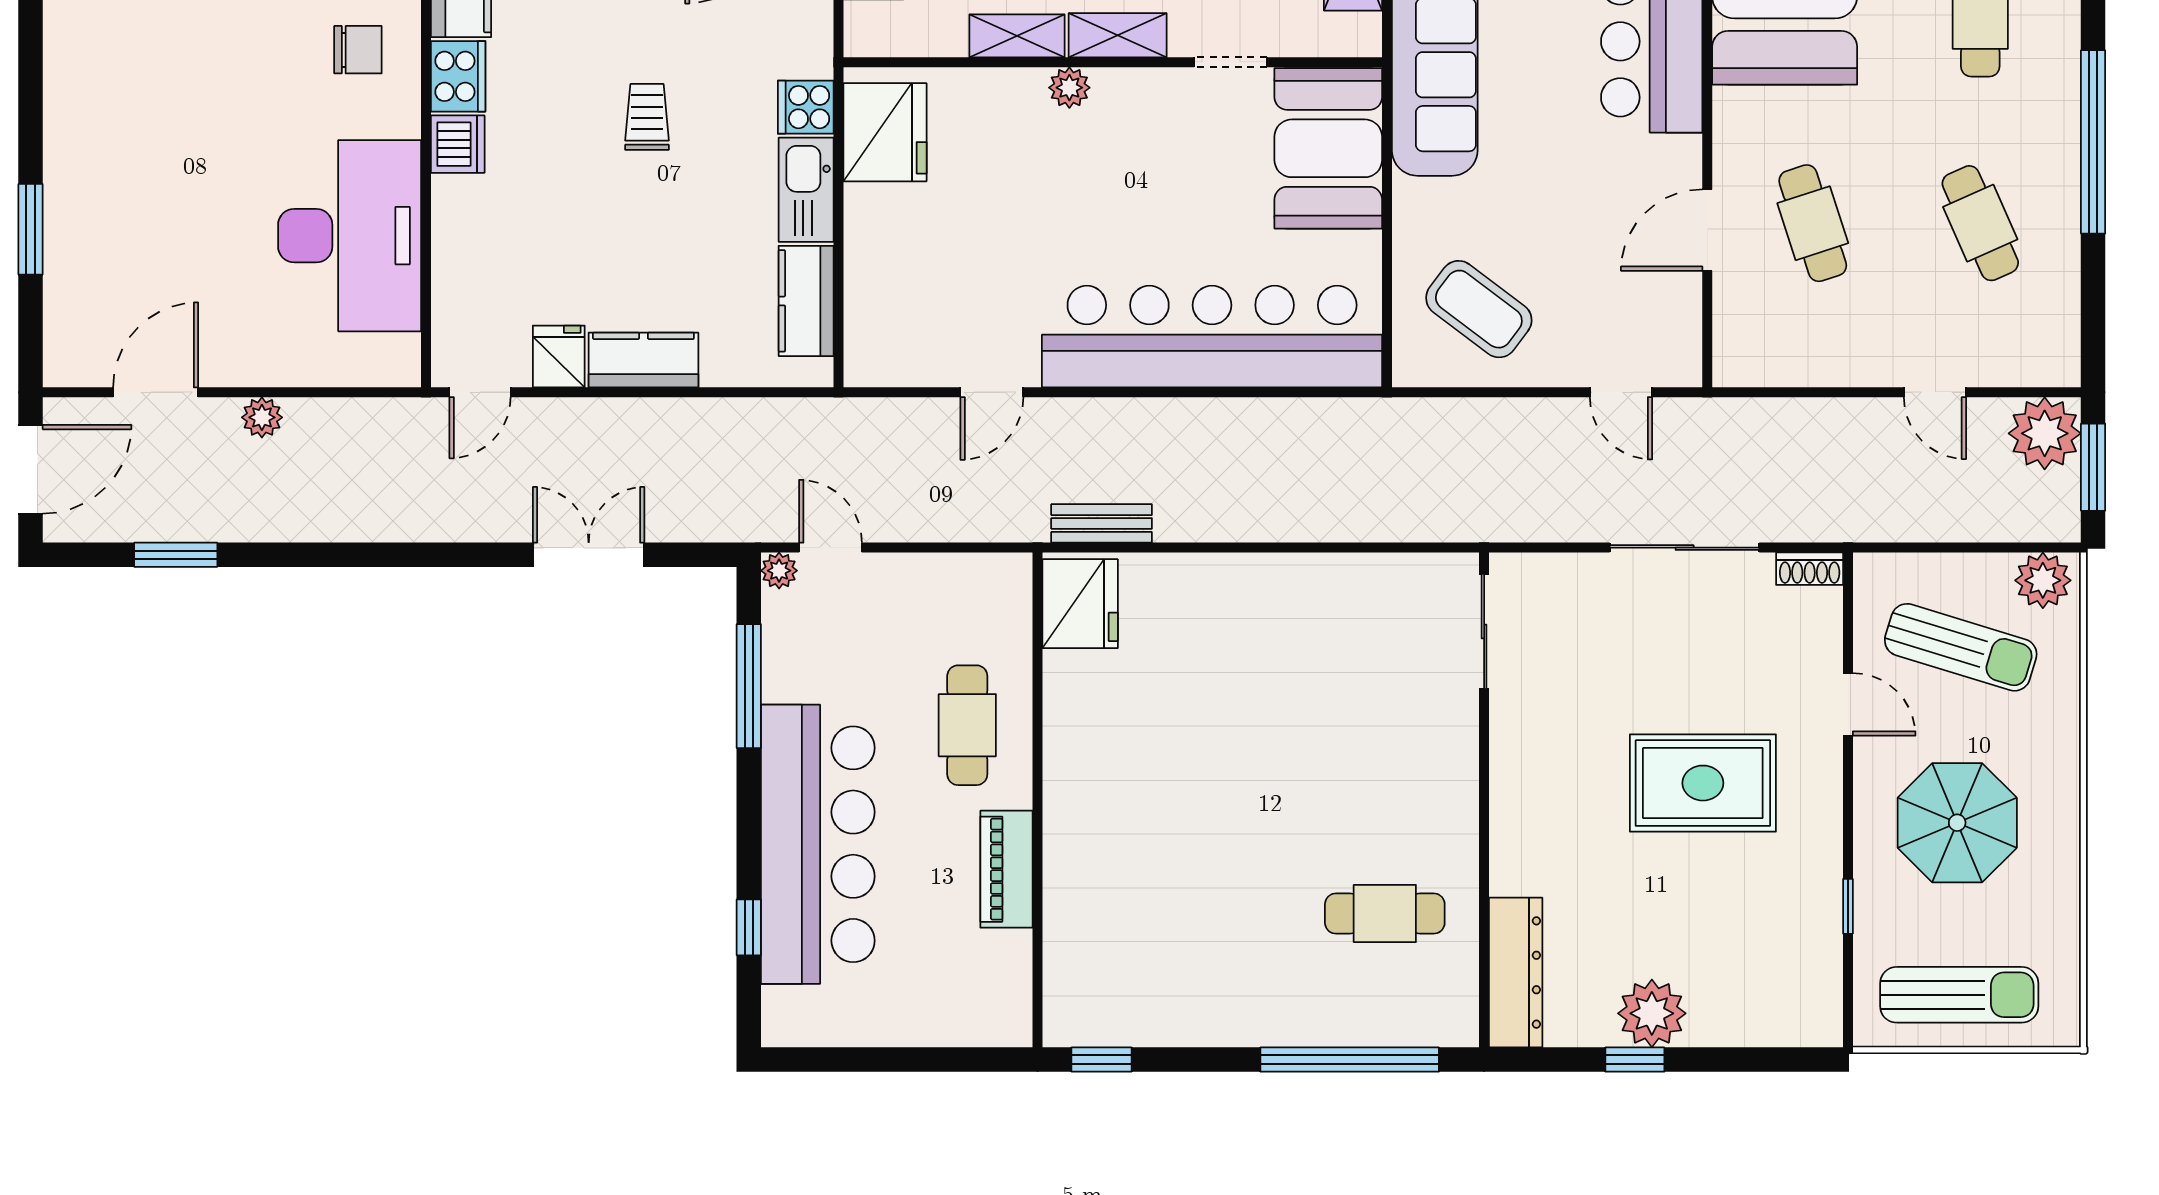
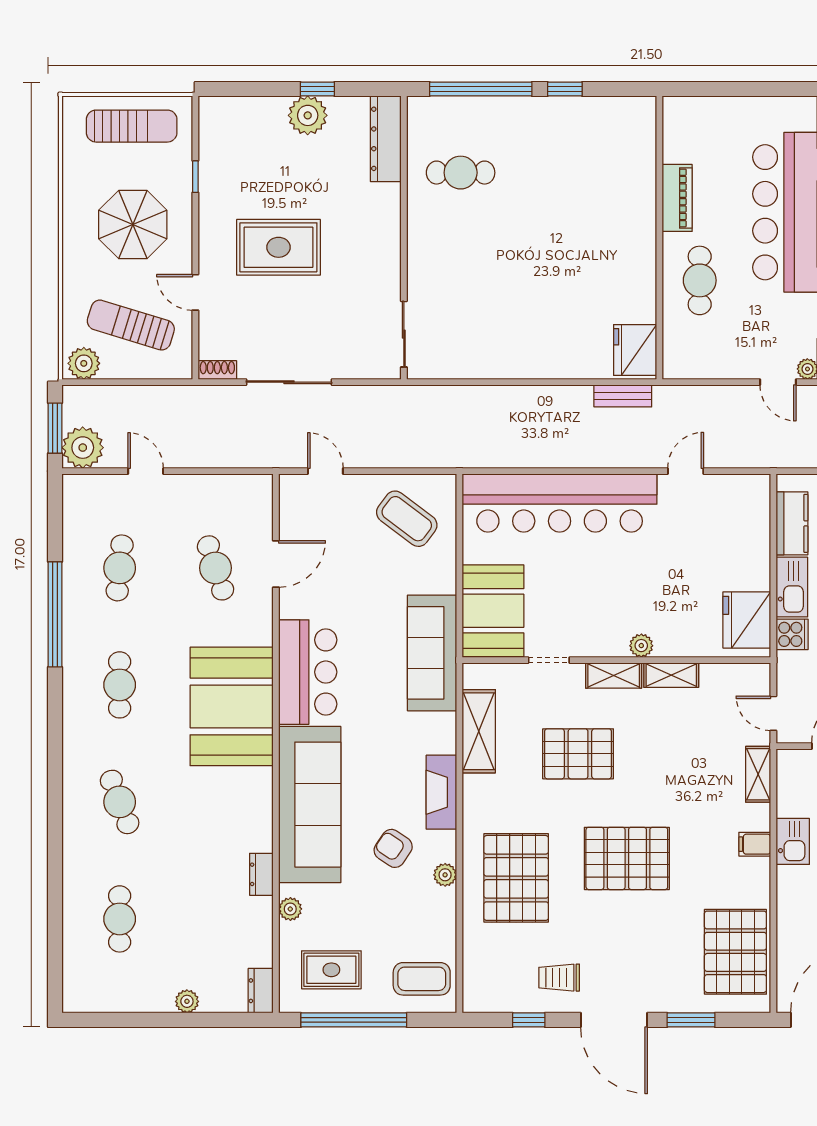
cafe table: (1980, 223) -> (120, 568), turned 30
sun lounger: (1959, 995) -> (132, 126), turned 180
window: (1102, 1060) -> (565, 89), moved

